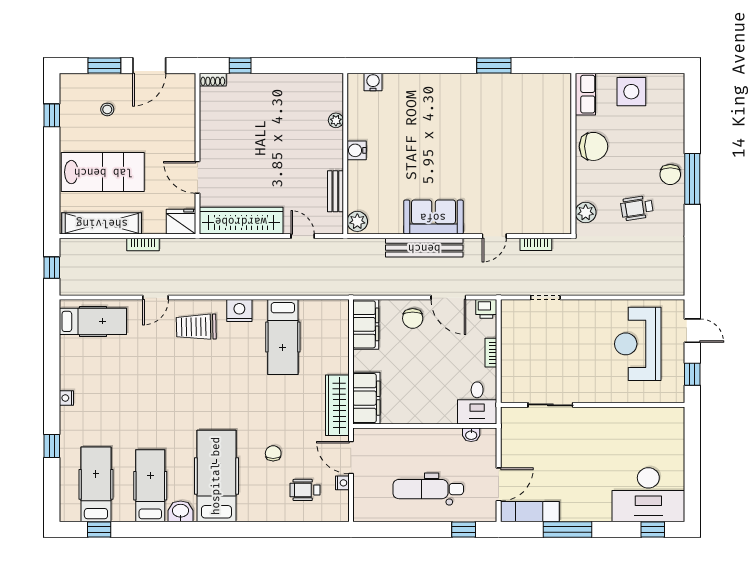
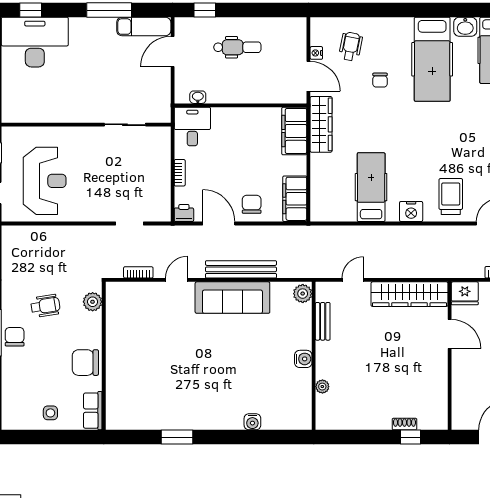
shoe rack: (213, 80) -> (404, 424), moved
water cooler: (373, 82) -> (252, 422), moved
side table: (631, 92) -> (50, 413), width x0.54, depth x0.54
sofa: (433, 217) -> (232, 298), width x1.36
door: (303, 236) -> (353, 280), swing flipped
trolley: (196, 327) -> (451, 197), turned -89
dental chair: (428, 489) -> (237, 47), width x0.73, depth x0.72
wheelchair: (305, 490) -> (351, 46), turned -79

